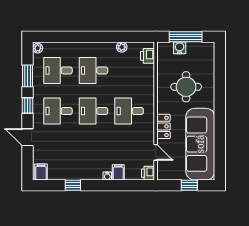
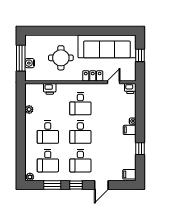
printer: (148, 56) -> (50, 89), moved
filing cabinet: (118, 172) -> (130, 130), moved

